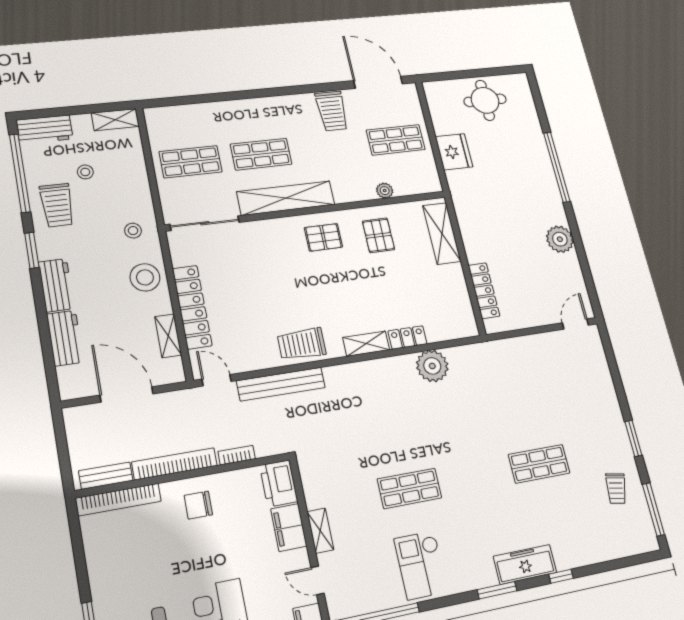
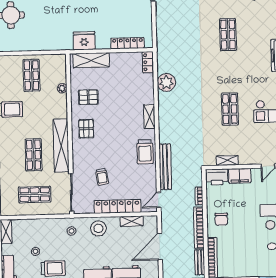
fridge: (454, 152) -> (84, 41), moved
shop shelf: (191, 162) -> (35, 194), turned 90
trolley: (243, 273) -> (102, 177), added
locker: (407, 337) -> (148, 62), moved
shelving: (320, 531) -> (227, 160), moved

